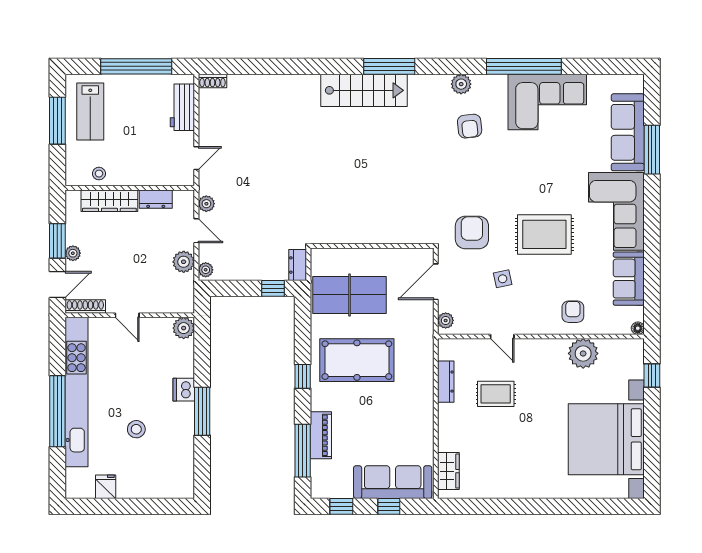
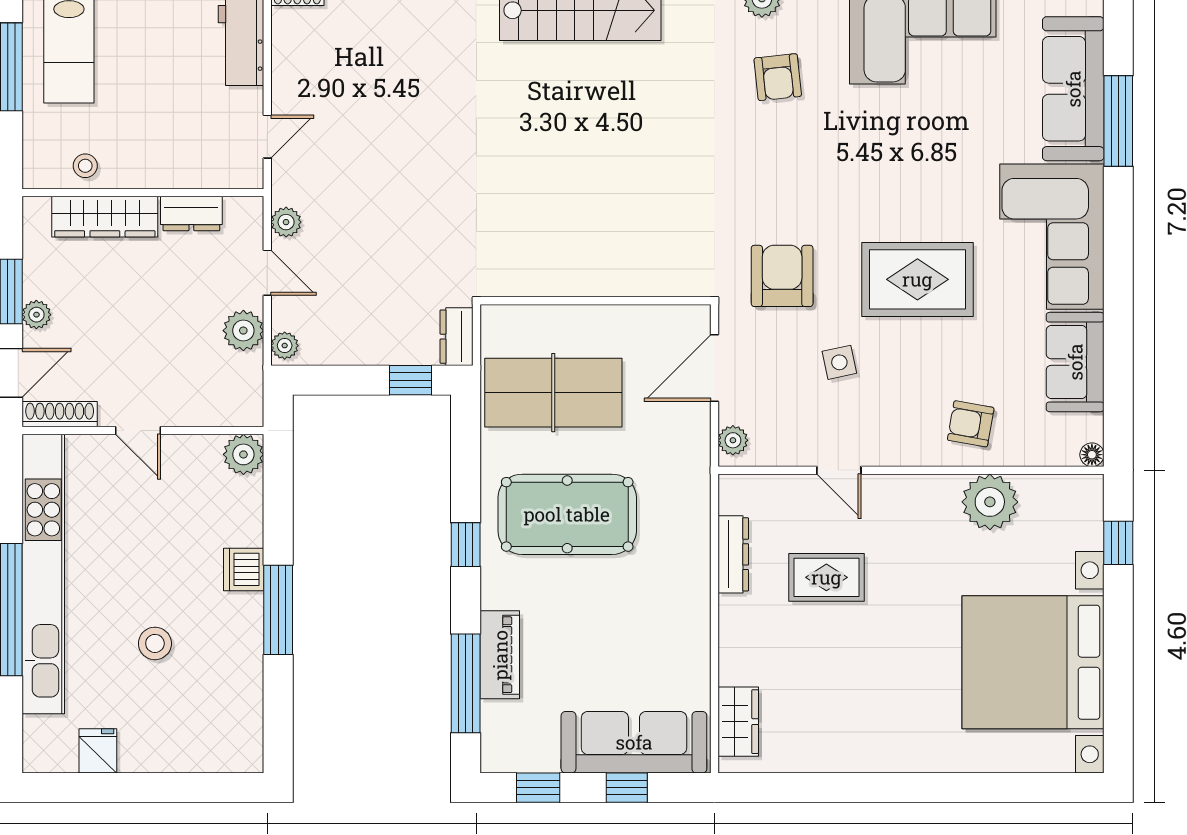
armchair: (573, 312) -> (971, 424), turned -80

